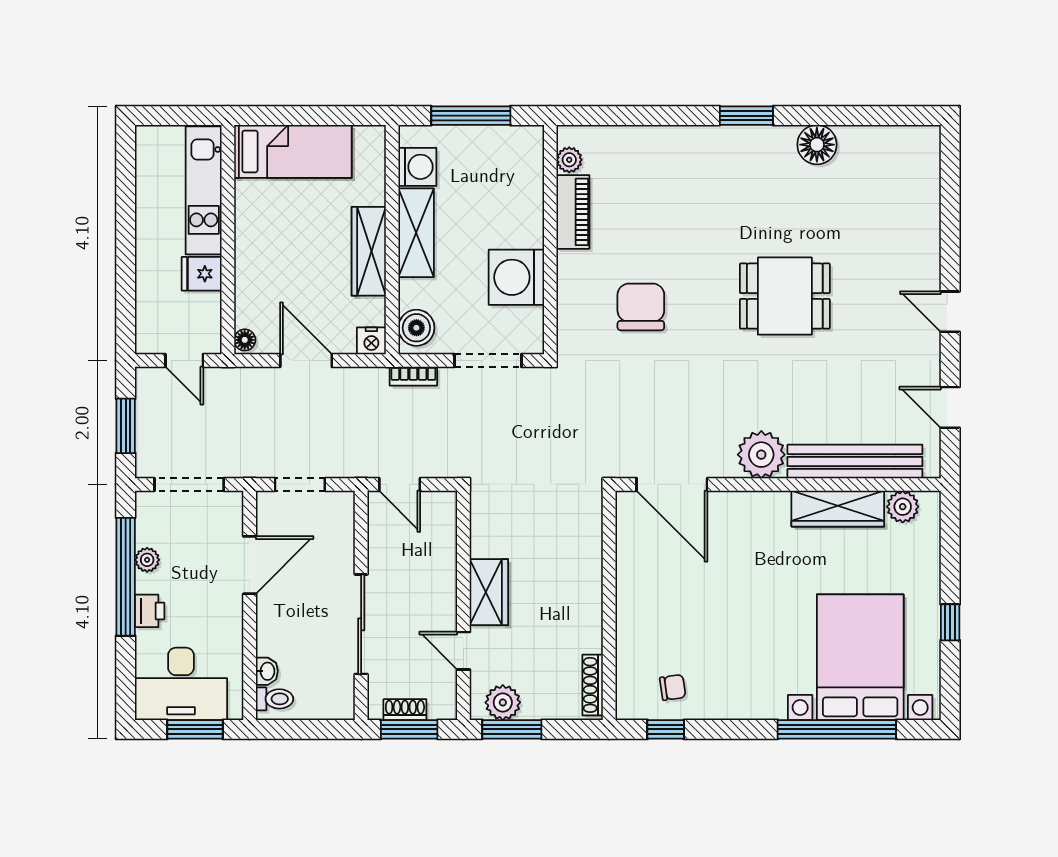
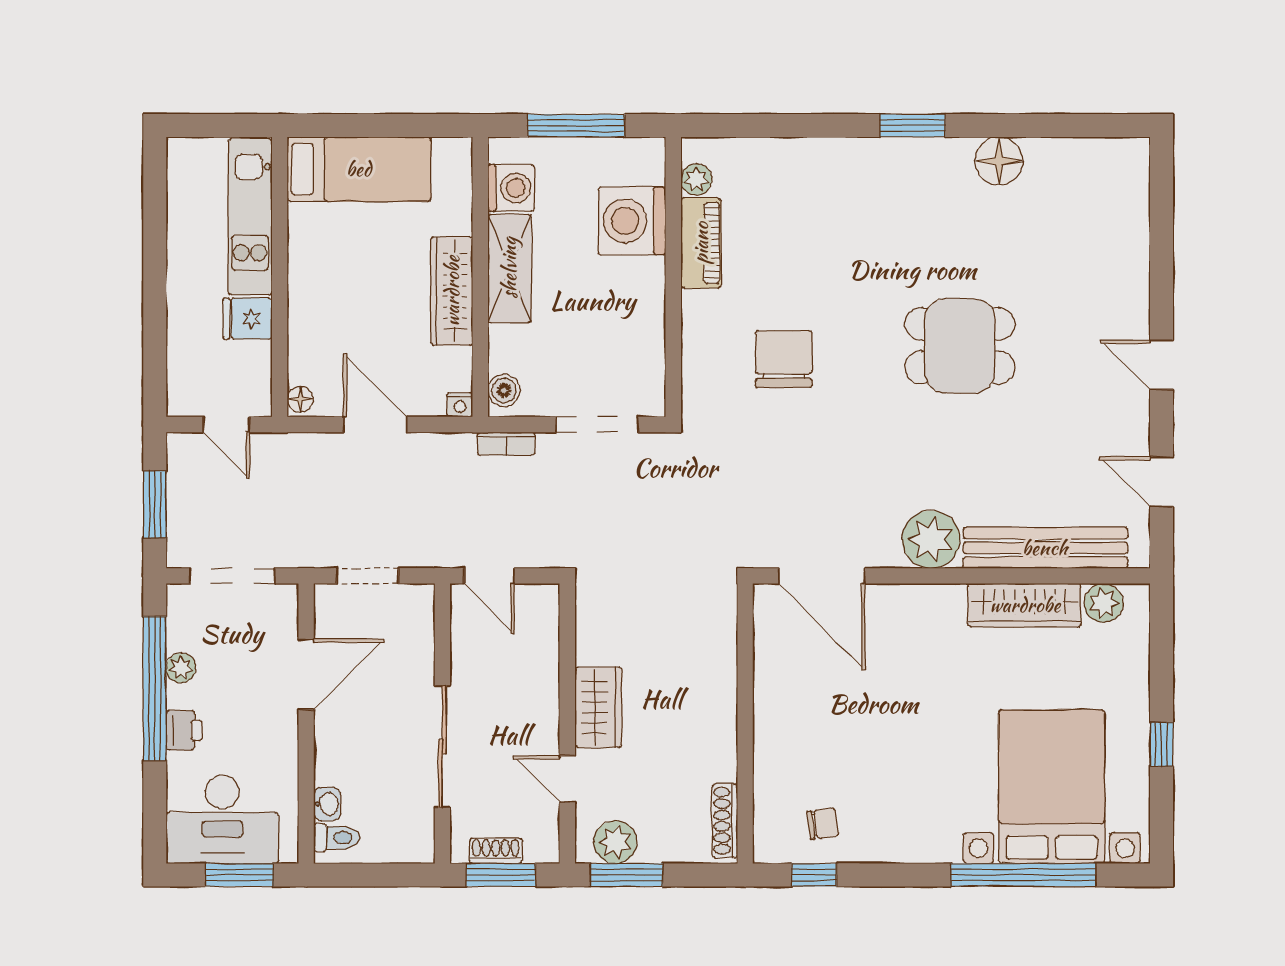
washing machine: (516, 277) -> (632, 221), moved
boiler: (416, 328) -> (504, 390), width x0.73, depth x0.73
nightstand: (371, 341) -> (460, 405), width x0.72, depth x0.74

